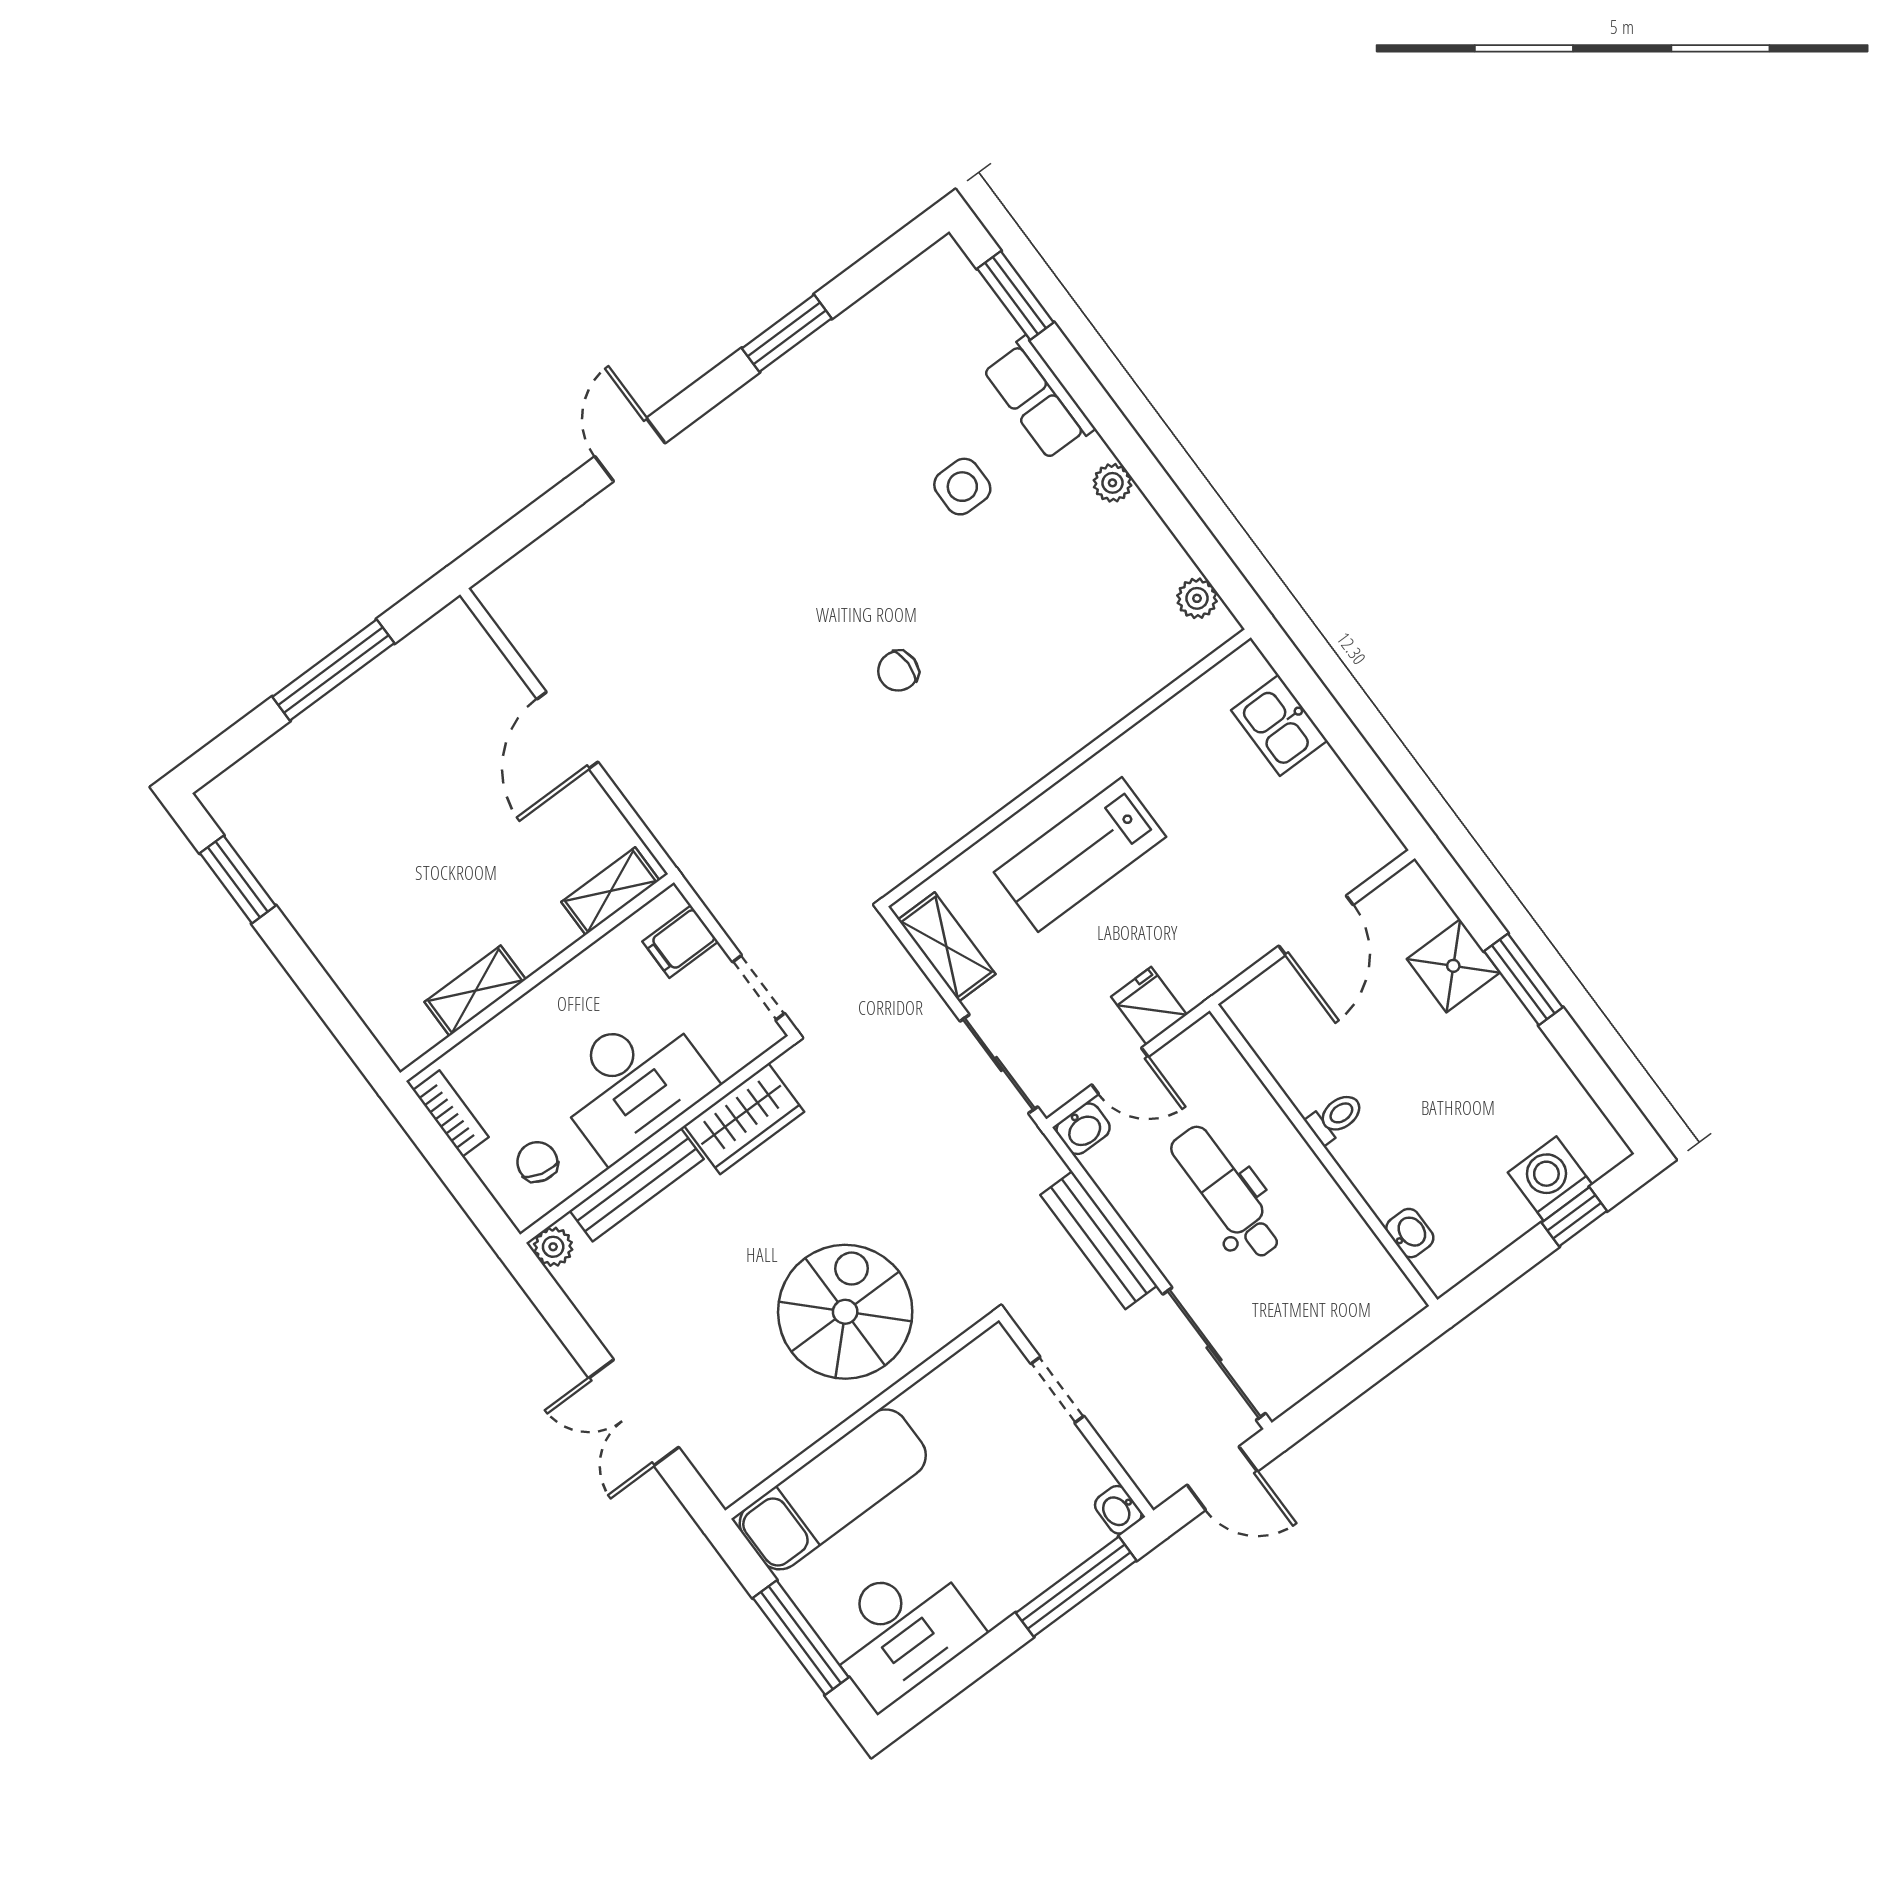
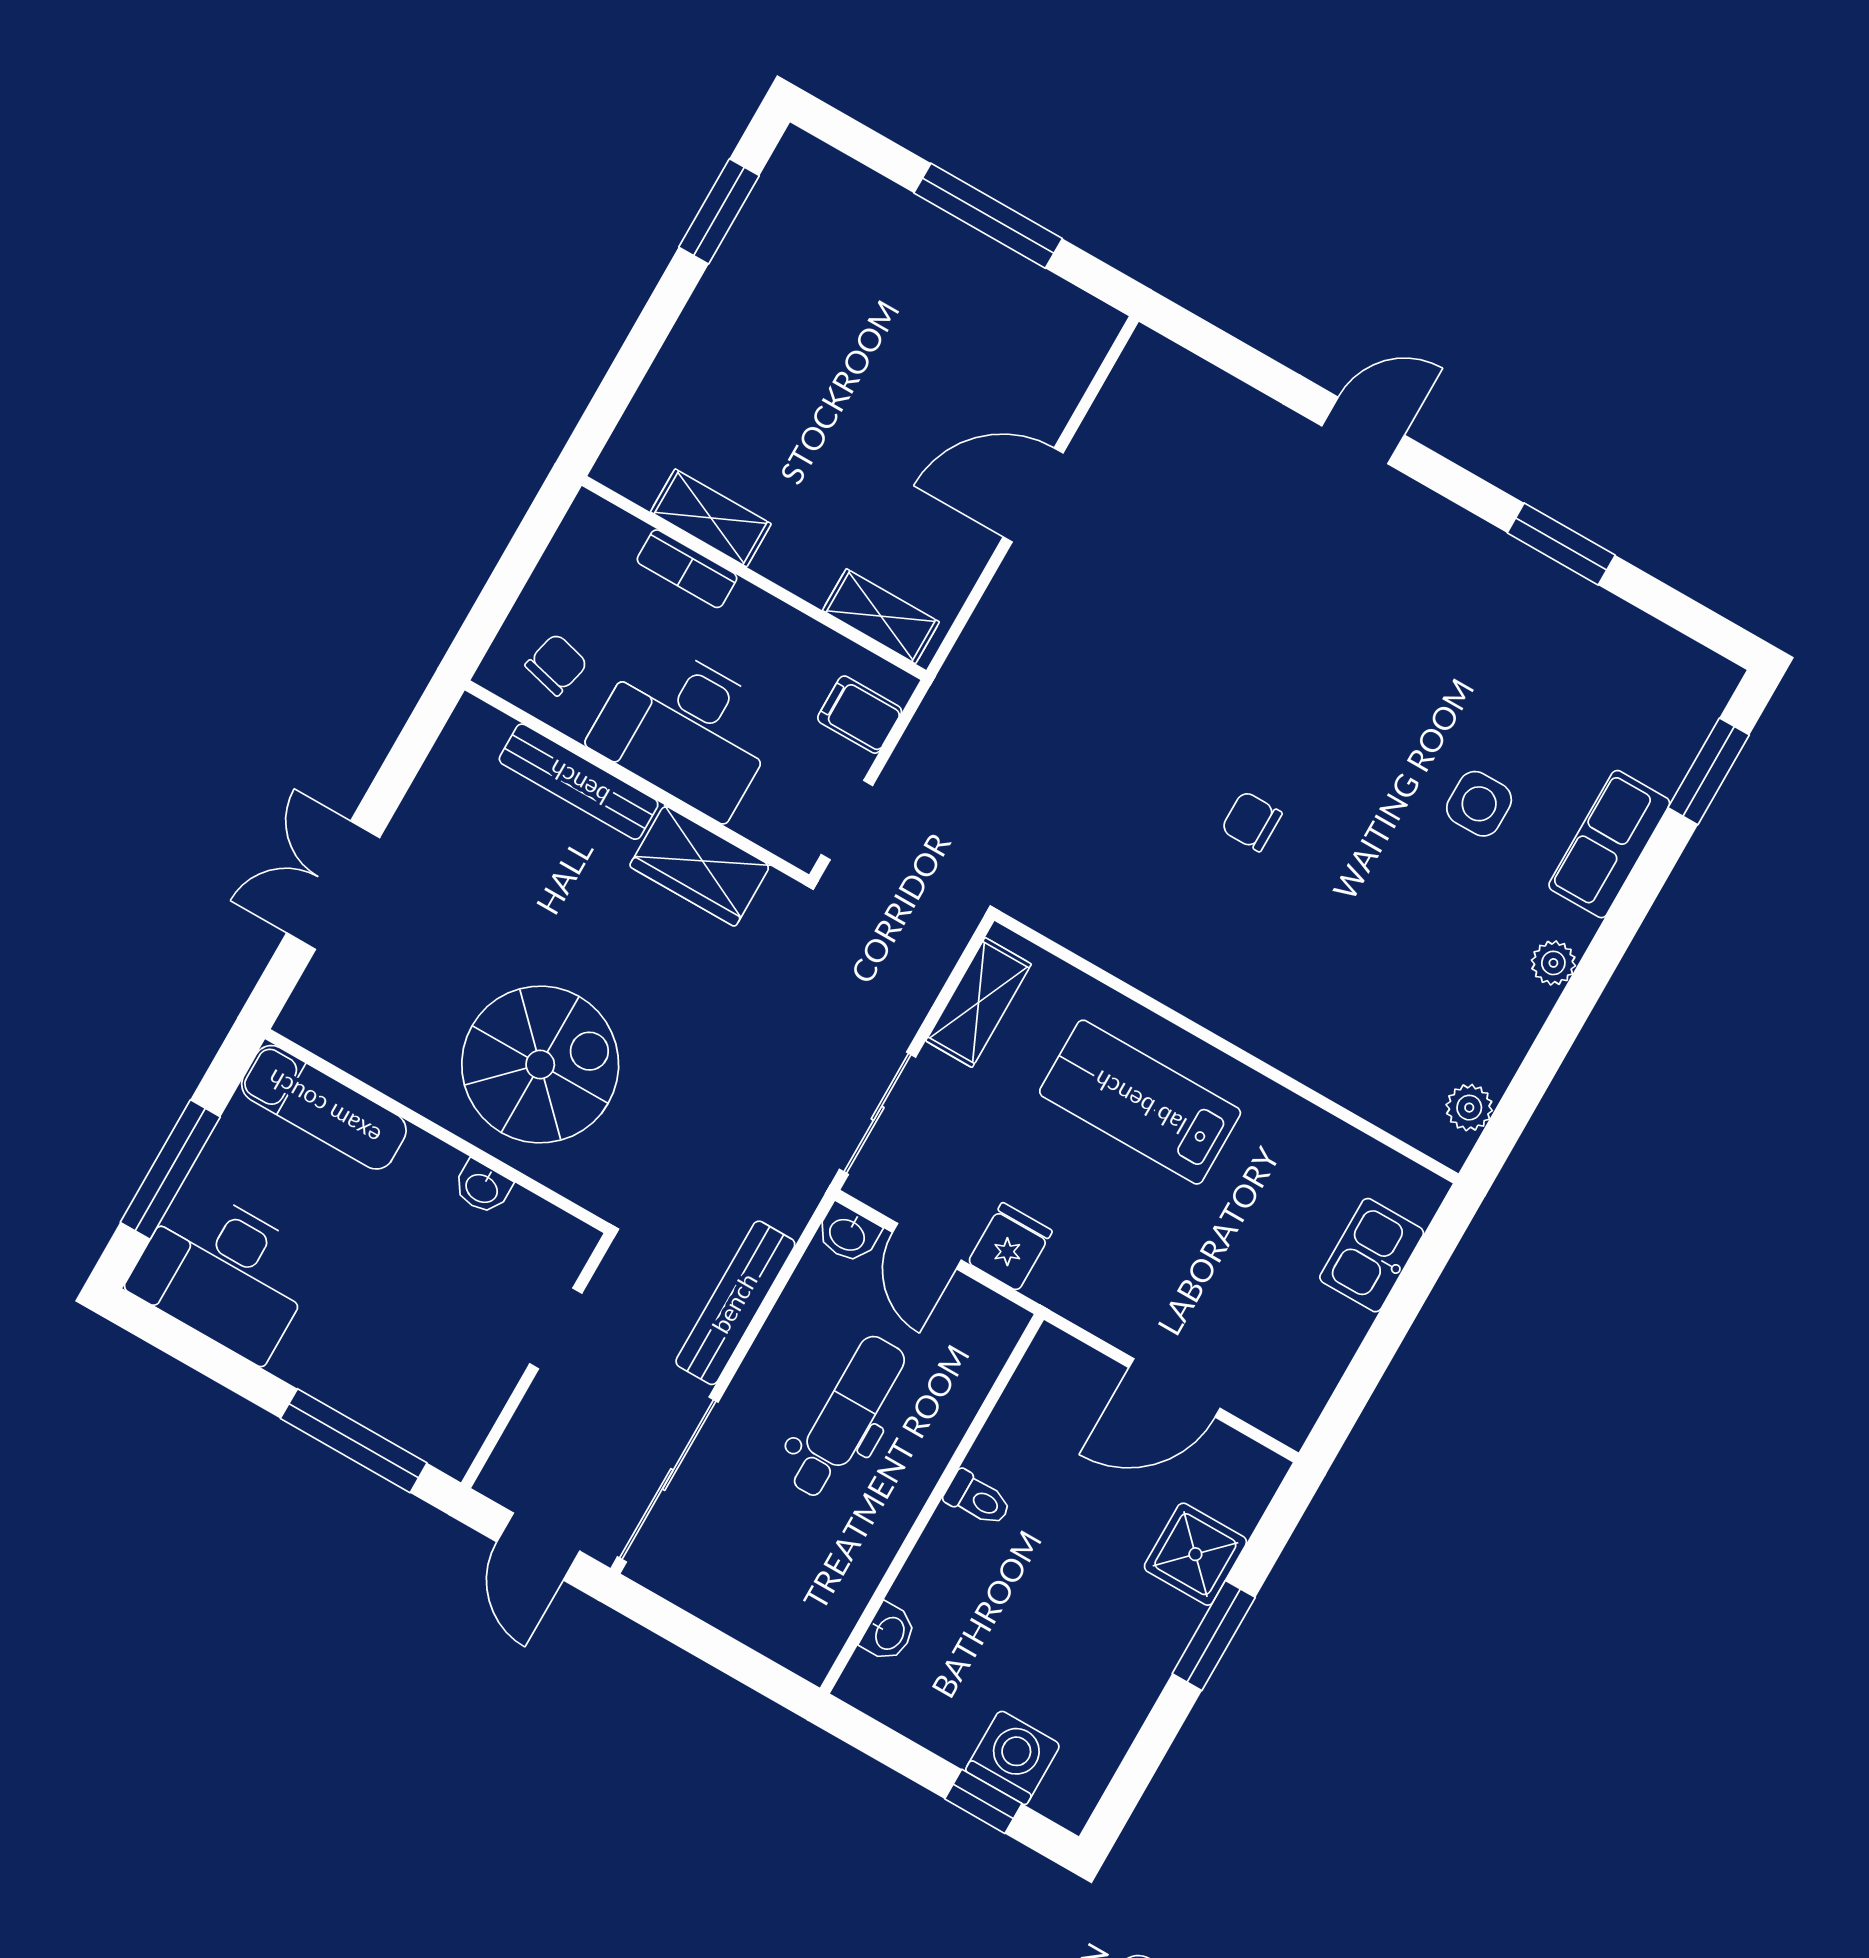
bookcase: (451, 1114) -> (687, 569), moved, turned 90
plant: (553, 1247) -> (473, 721), removed
exam couch: (833, 1489) -> (324, 1107), width x0.73, depth x0.69
washbasin: (1118, 1510) -> (482, 1187), moved, turned -90

